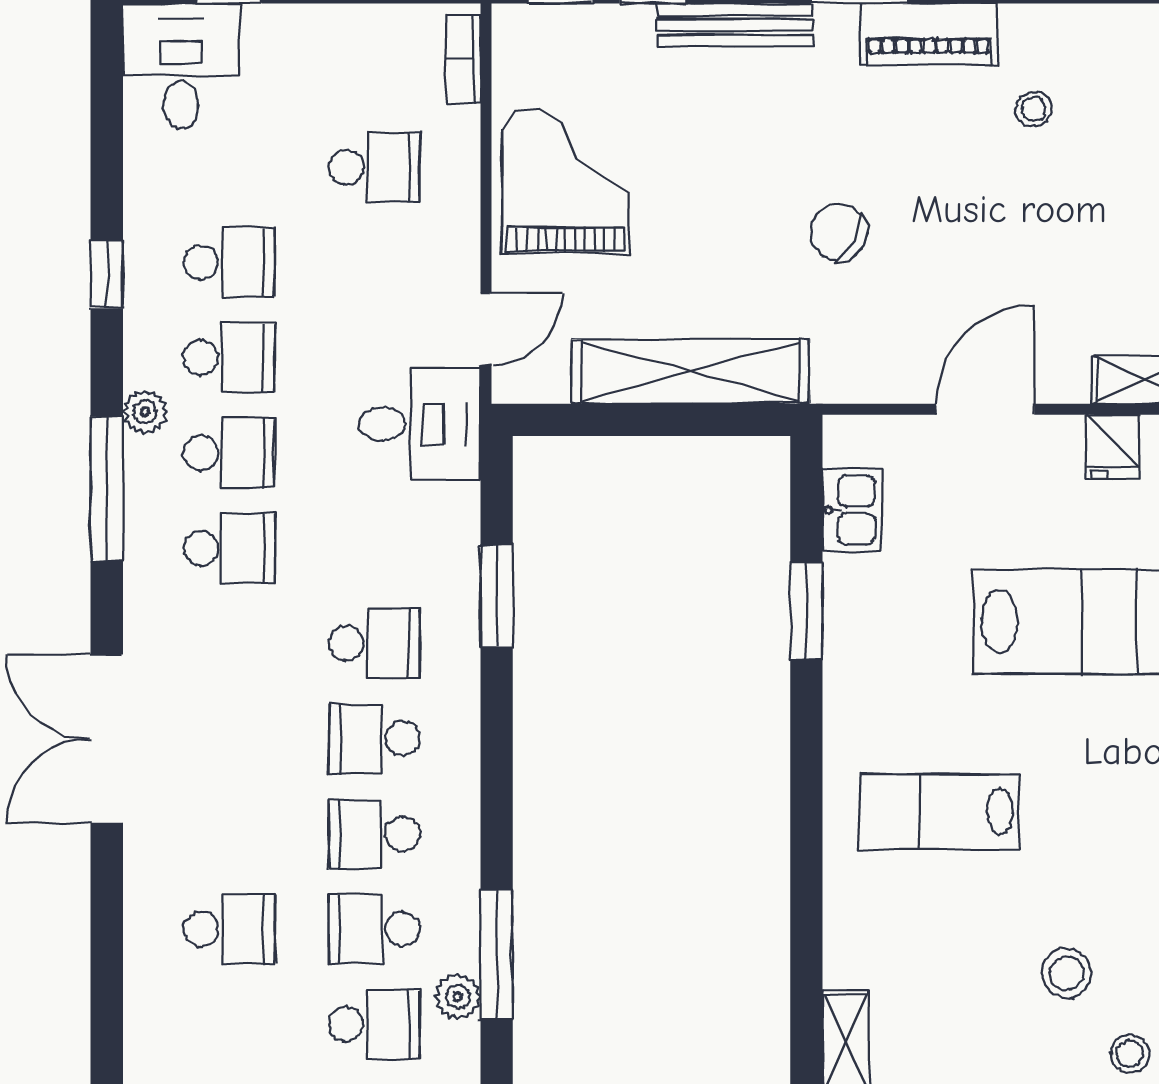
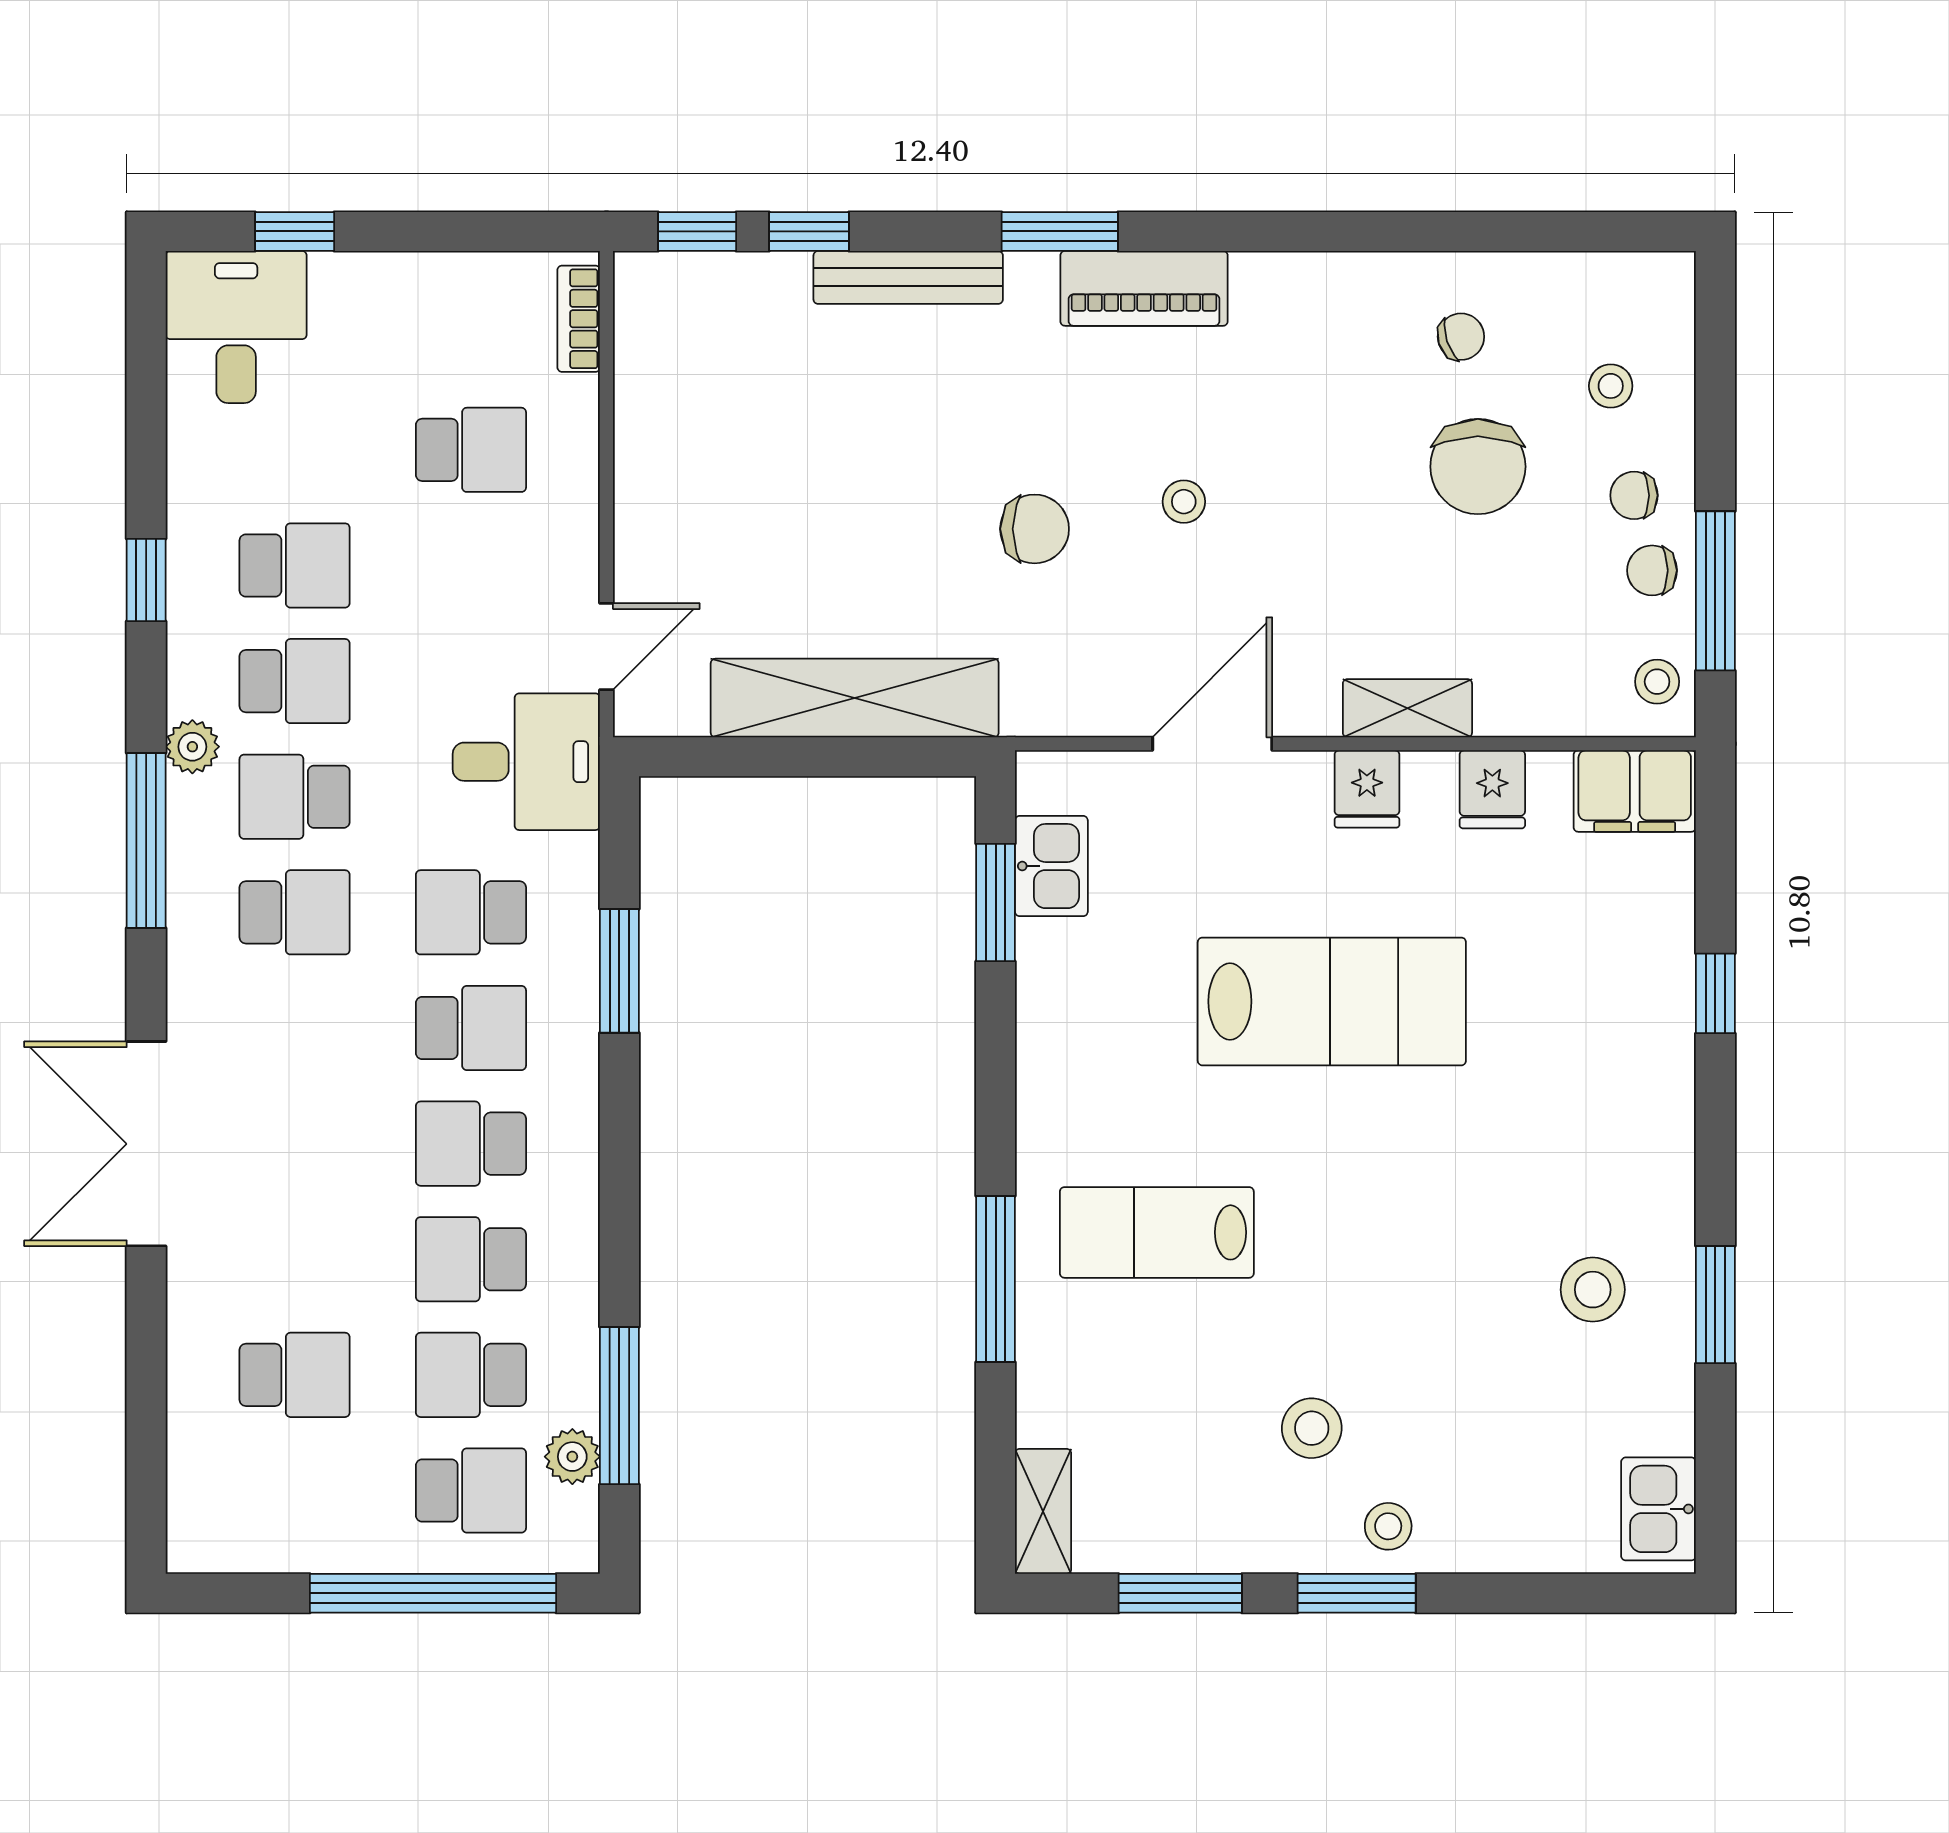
stool: (1034, 109) -> (1184, 502), moved
grand piano: (565, 181) -> (703, 466), removed
chair: (839, 232) -> (1035, 529), turned 152
school desk: (229, 453) -> (295, 797), turned 180
school desk: (374, 548) -> (471, 912), added
window: (806, 611) -> (996, 903), moved
window: (806, 850) -> (996, 1279), added

